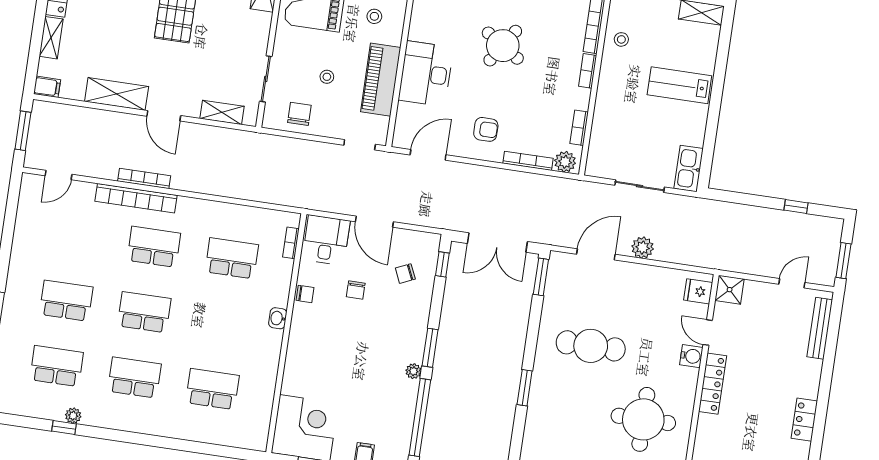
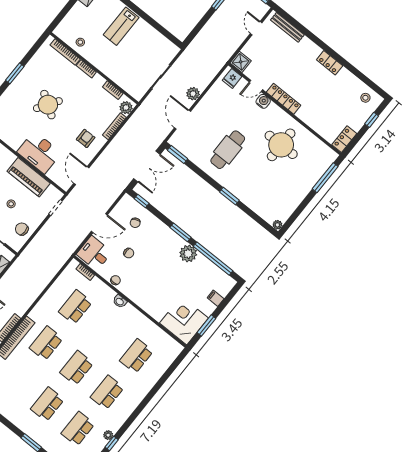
kitchen sink: (689, 169) -> (166, 46), removed
plant: (413, 371) -> (188, 254), width x1.88, depth x1.88

